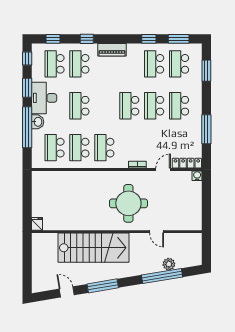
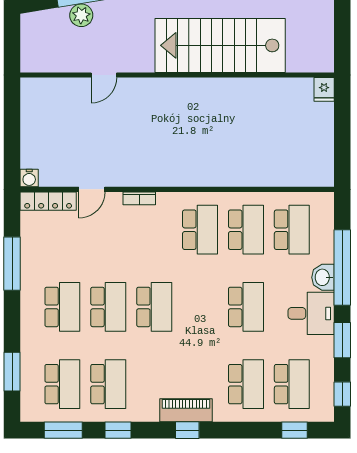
window: (87, 39) -> (187, 430), moved
desk: (44, 98) -> (311, 313), width x0.73
round table: (128, 203) -> (156, 127), removed
door: (157, 232) -> (104, 75), swing flipped

